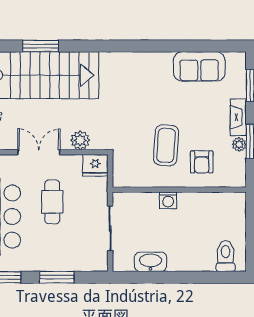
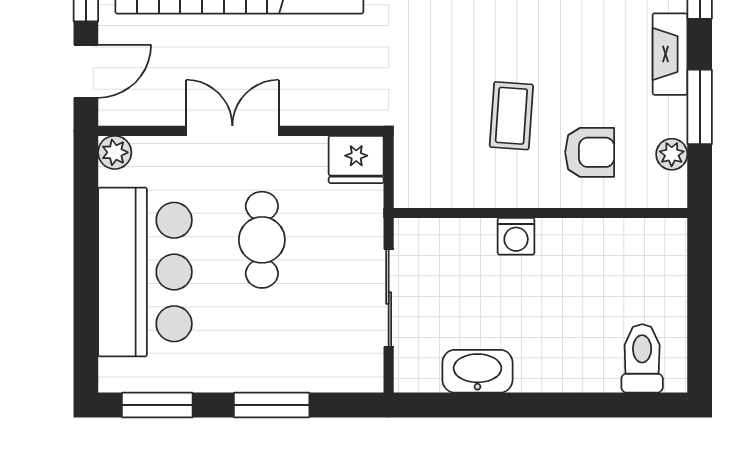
plant: (80, 140) -> (323, 105), removed
plant: (239, 144) -> (672, 154), moved
coffee table: (166, 145) -> (511, 116), width x0.73, depth x0.77
armchair: (202, 162) -> (590, 152), turned -90

